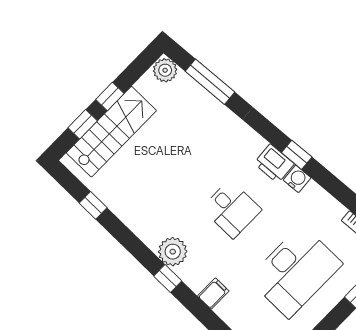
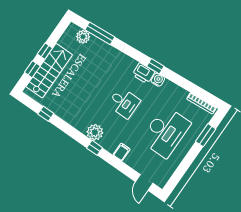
plant: (165, 70) -> (83, 37), moved

